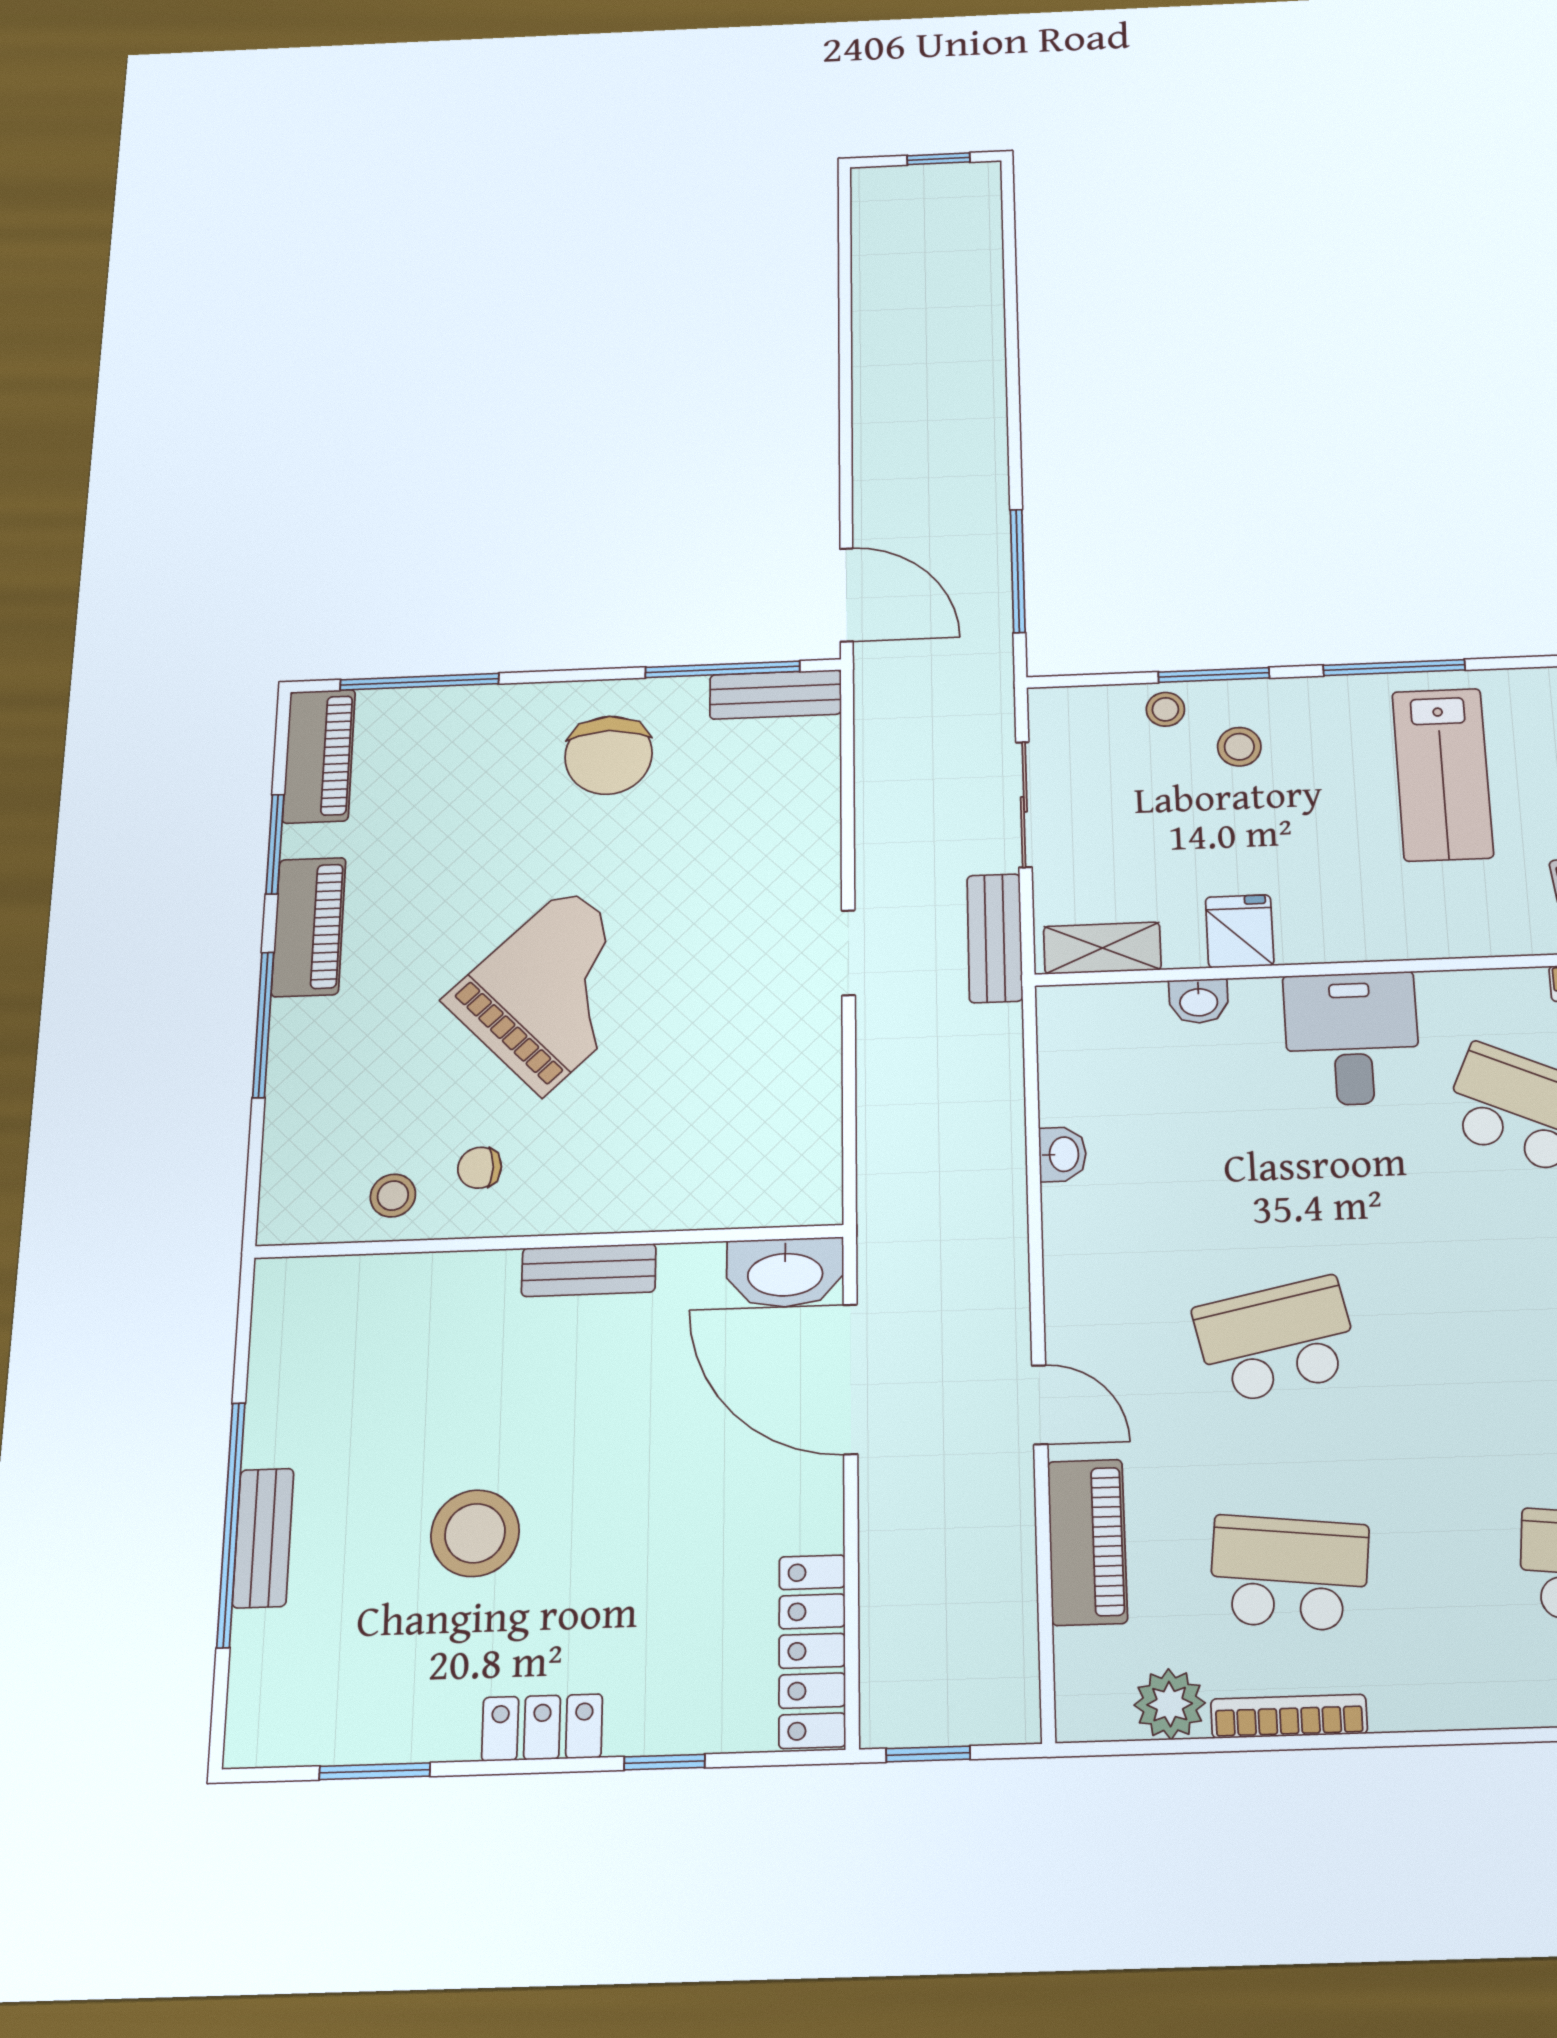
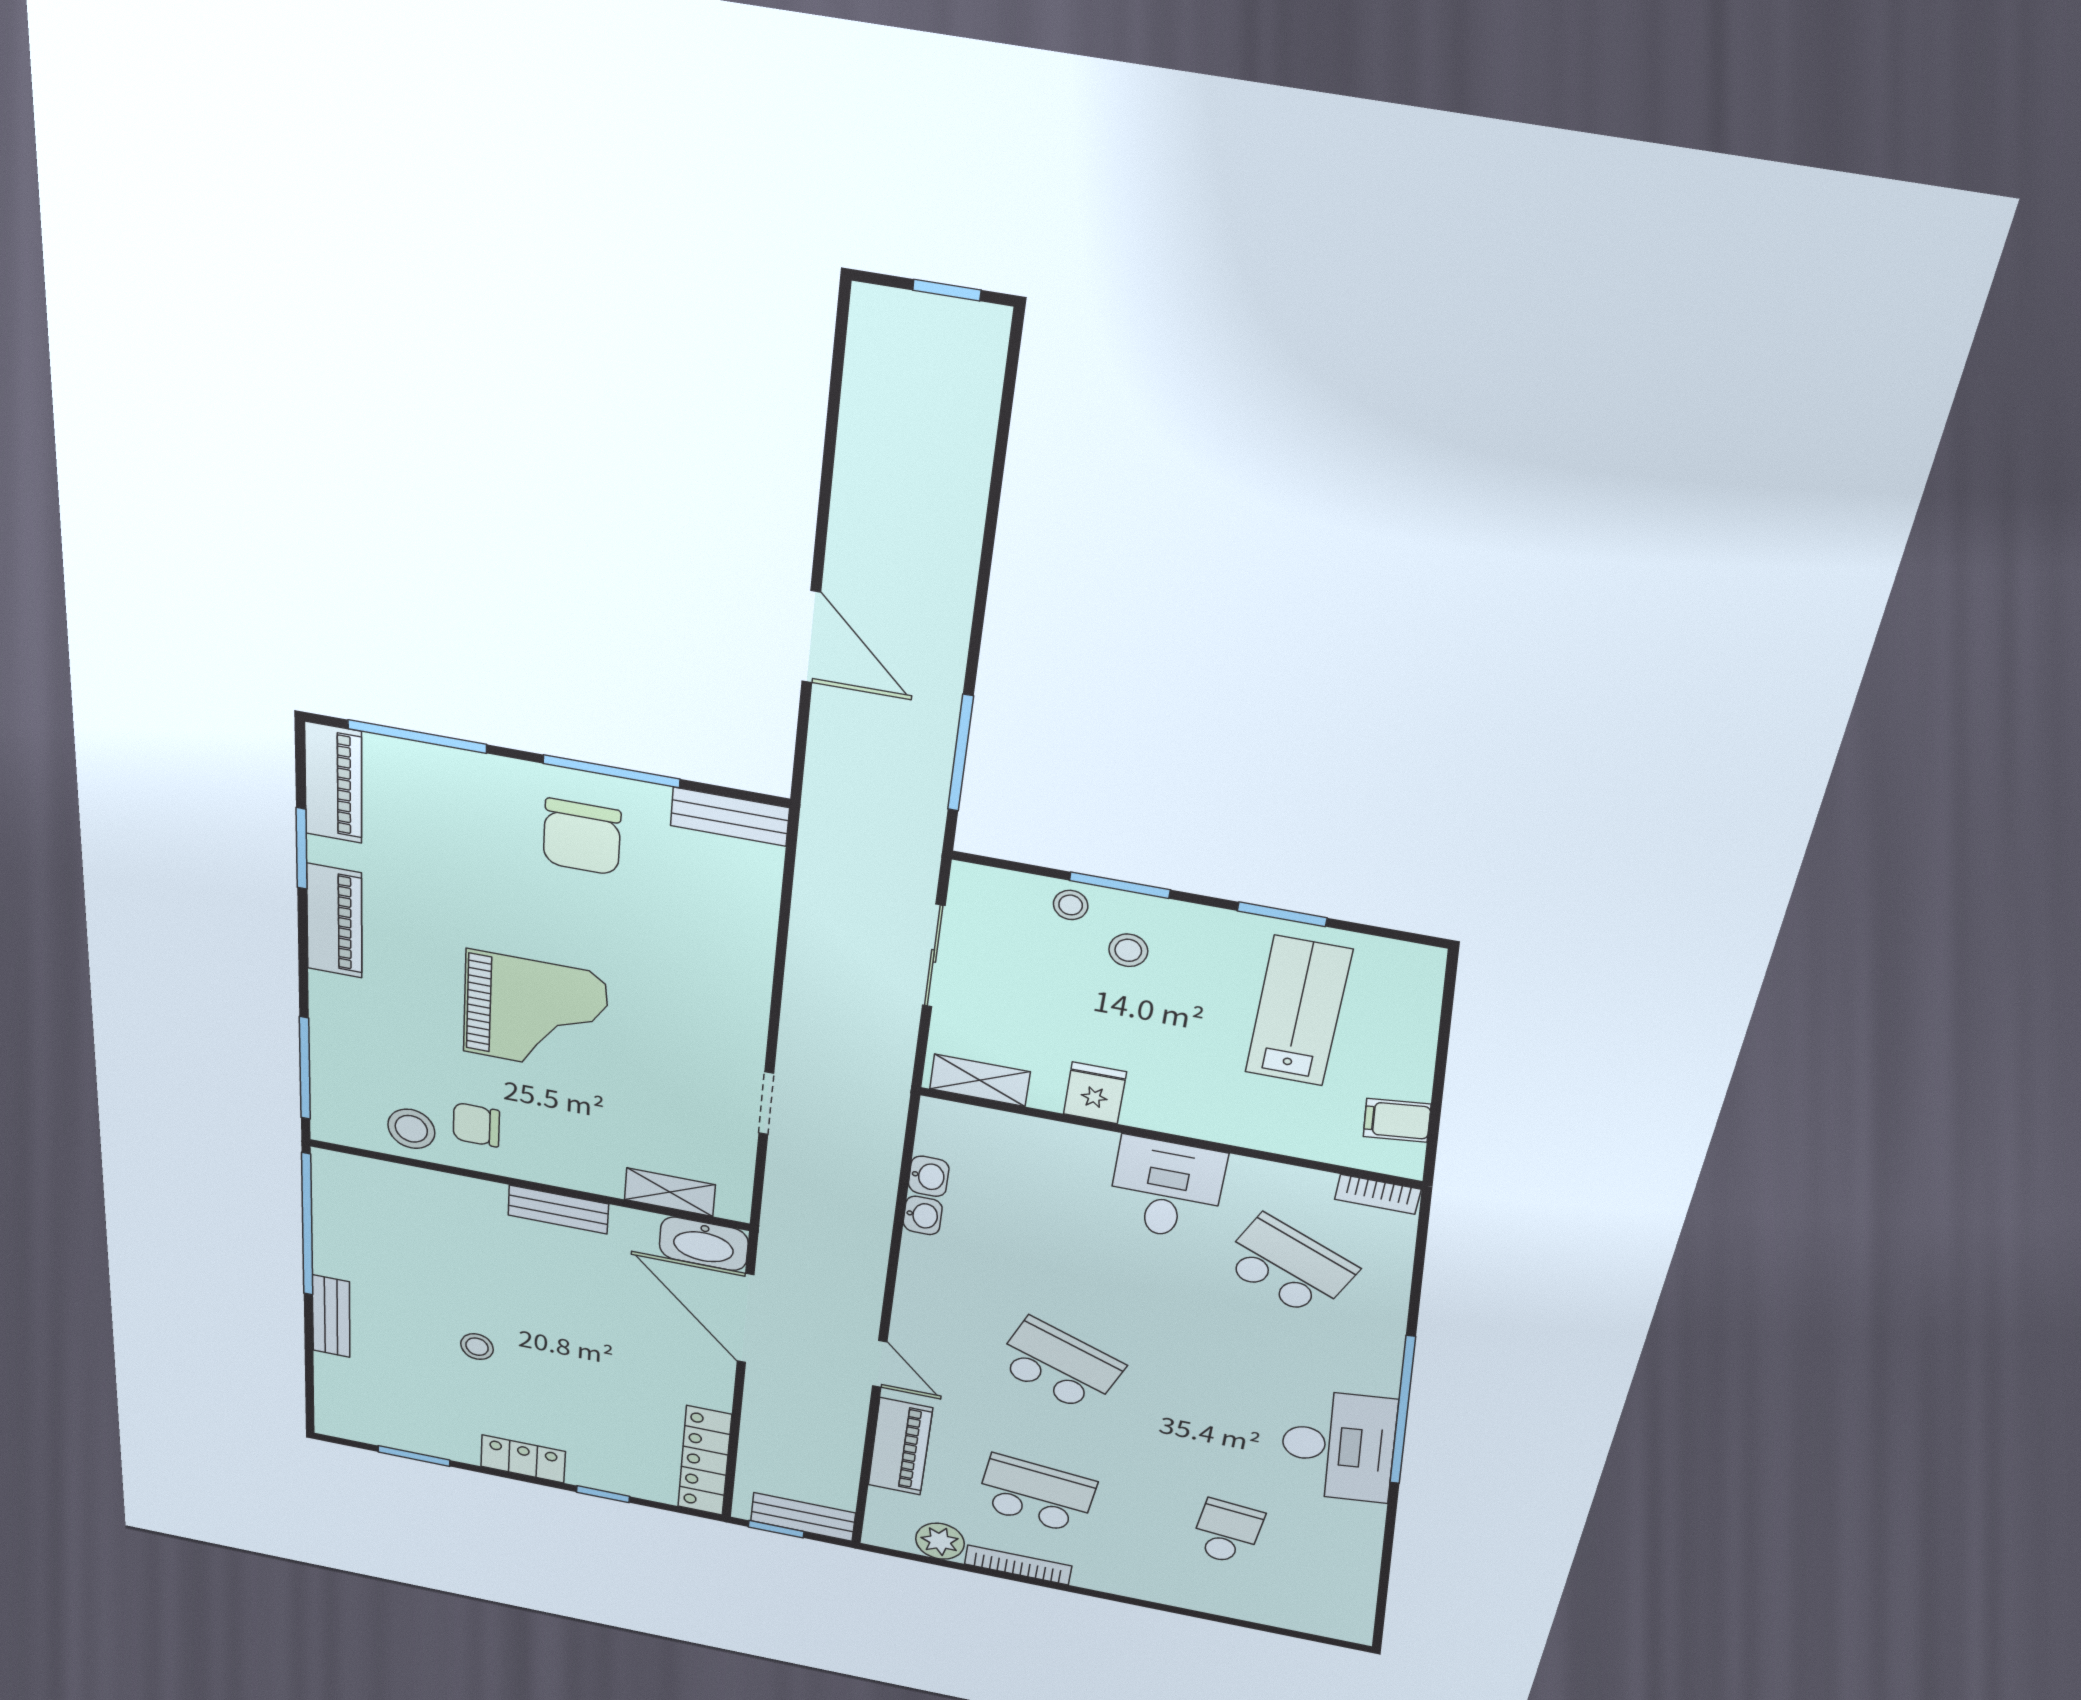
door: (847, 595) -> (811, 637), moved
window: (1394, 668) -> (1282, 914), width x0.69
window: (723, 669) -> (611, 771), moved
lab bench: (1442, 774) -> (1298, 1011), turned 180
bench: (995, 938) -> (803, 1517), moved, turned 90
doorway: (848, 953) -> (766, 1103), moved
grand piano: (556, 990) -> (535, 1013), turned 44
washbasin: (1199, 1001) -> (929, 1176), moved, turned -90
window: (263, 1025) -> (305, 1068), moved
chair: (480, 1168) -> (476, 1125), width x1.37, depth x1.37
stool: (393, 1196) -> (411, 1129), width x1.37, depth x1.37
shelving: (736, 1204) -> (670, 1192), added
school desk: (1277, 1340) -> (1059, 1365), turned 33
window: (231, 1524) -> (307, 1225), moved
stool: (475, 1533) -> (477, 1347), width x0.53, depth x0.53

